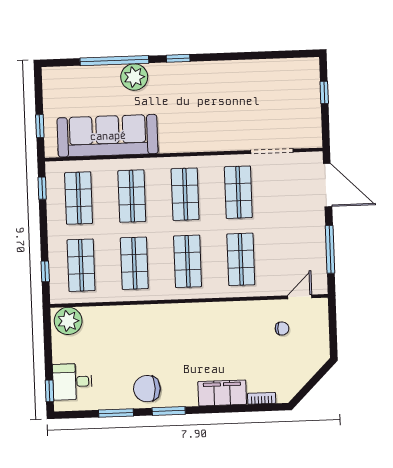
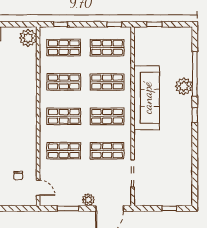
sofa: (108, 136) -> (147, 98), moved
plant: (315, 218) -> (88, 200), added
window: (330, 249) -> (68, 208), width x0.69

